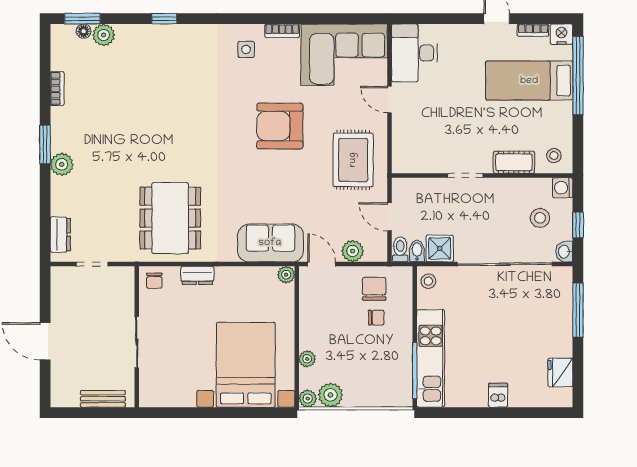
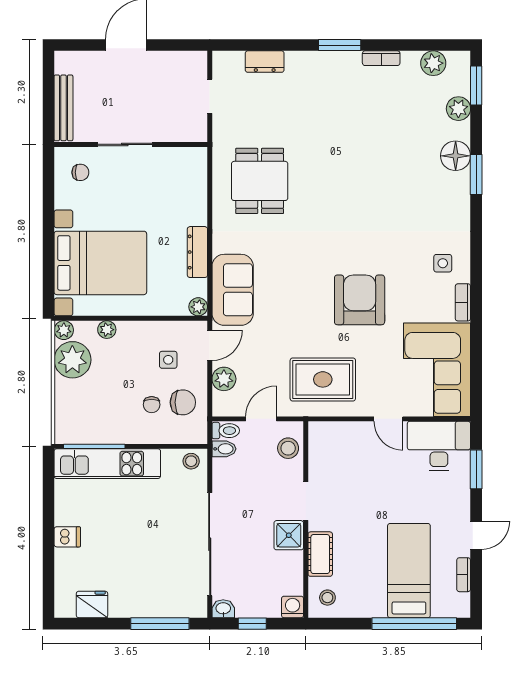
window: (164, 19) -> (476, 174), width x1.50
window: (436, 19) -> (476, 469), added
floor lamp: (84, 31) -> (456, 156), moved, width x1.89, depth x1.89
nightstand: (562, 34) -> (459, 606), removed
bookcase: (57, 88) -> (381, 58), moved
door: (389, 99) -> (388, 419), swing flipped
plant: (62, 164) -> (433, 63), moved
dining table: (170, 218) -> (260, 181), width x0.73
stool: (540, 218) -> (288, 448), moved
dresser: (60, 235) -> (265, 62), moved
shower: (440, 248) -> (289, 535), moved
dresser: (197, 275) -> (197, 252), moved, width x1.44
chair: (154, 281) -> (80, 172), moved, turned 180
side table: (335, 302) -> (168, 360), added
plant: (330, 395) -> (72, 360), width x1.36, depth x1.36
bench: (103, 399) -> (63, 108), width x1.36

